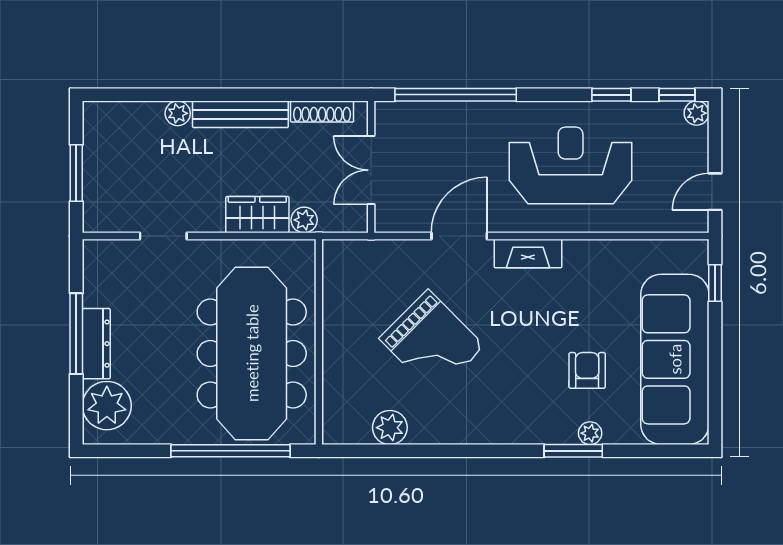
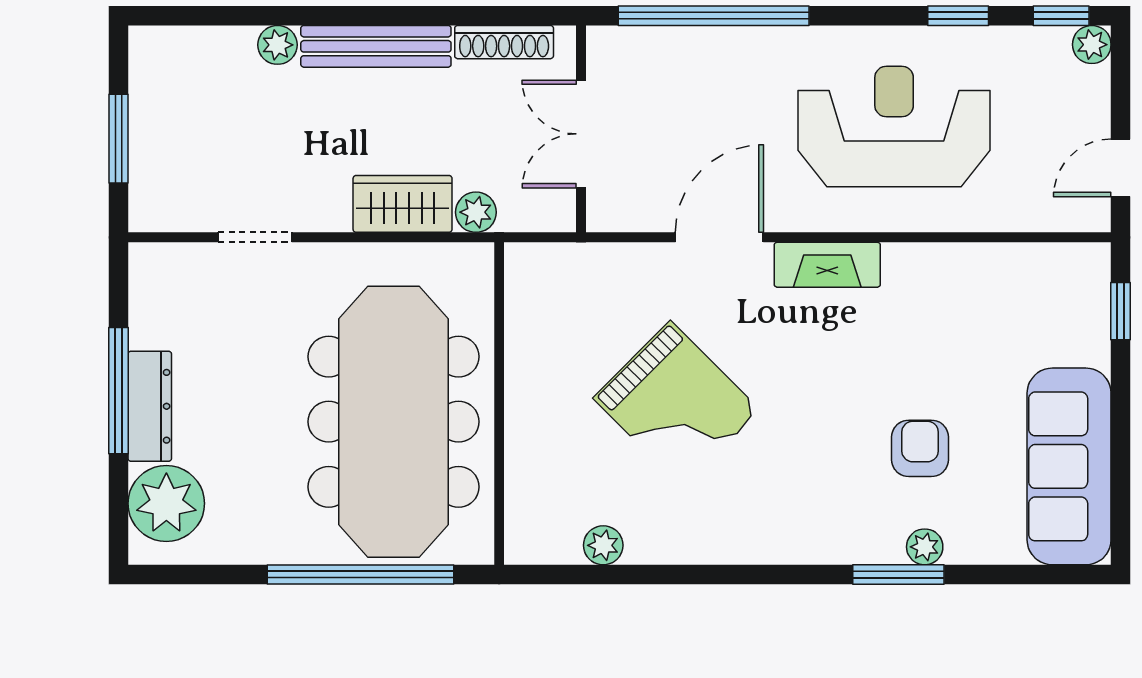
sofa: (675, 359) -> (1069, 466), width x0.74, depth x0.79
plant: (390, 428) -> (603, 545), width x0.73, depth x0.73

